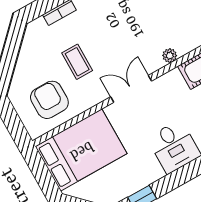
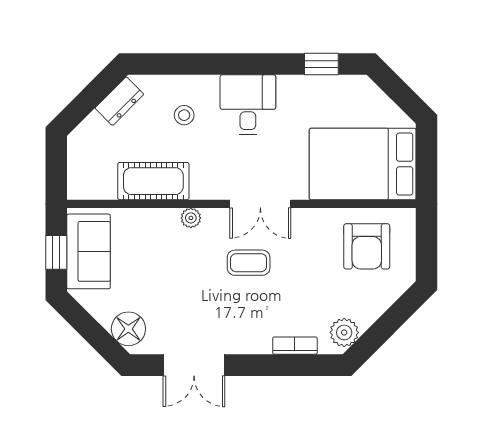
plant: (33, 38) -> (344, 332), added
coffee table: (77, 62) -> (249, 263), moved, turned 90

